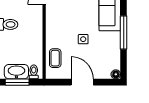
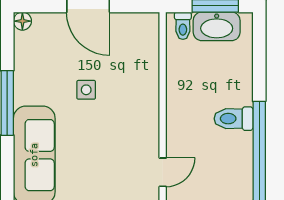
coffee table: (55, 58) -> (141, 53), removed

